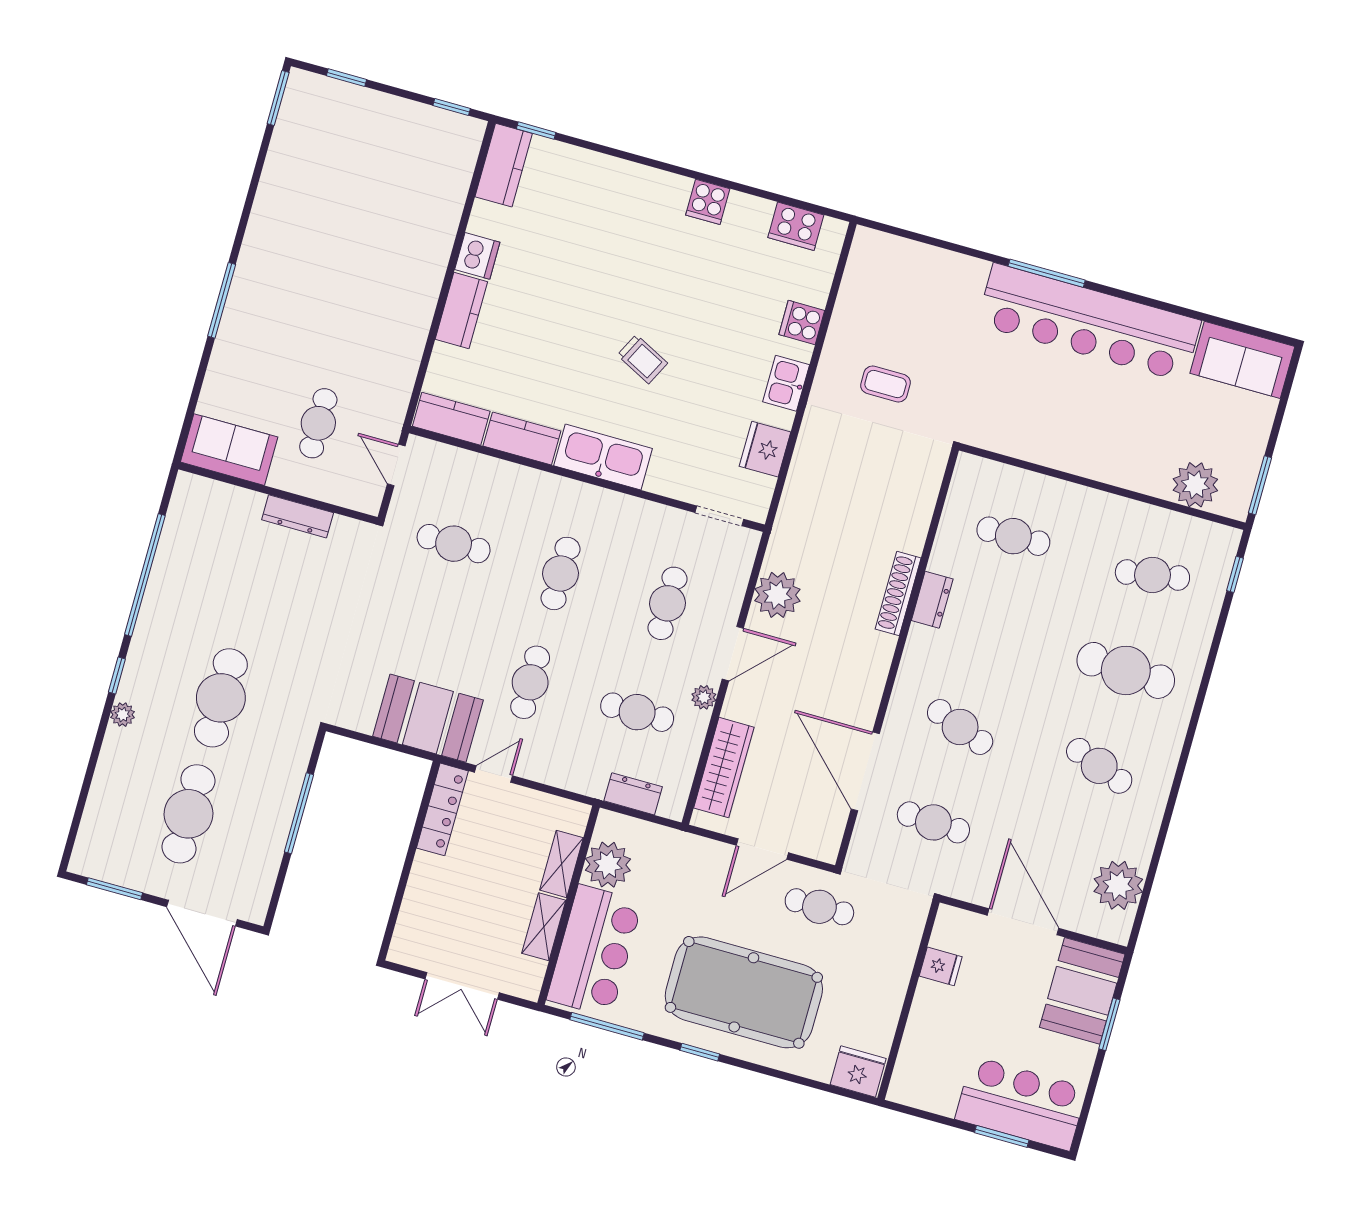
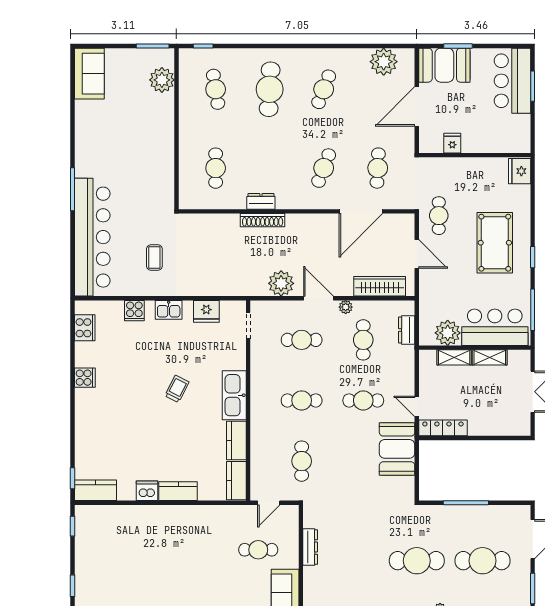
bar counter: (1089, 322) -> (92, 237), moved
pool table: (744, 992) -> (495, 243), width x0.73, depth x0.76

